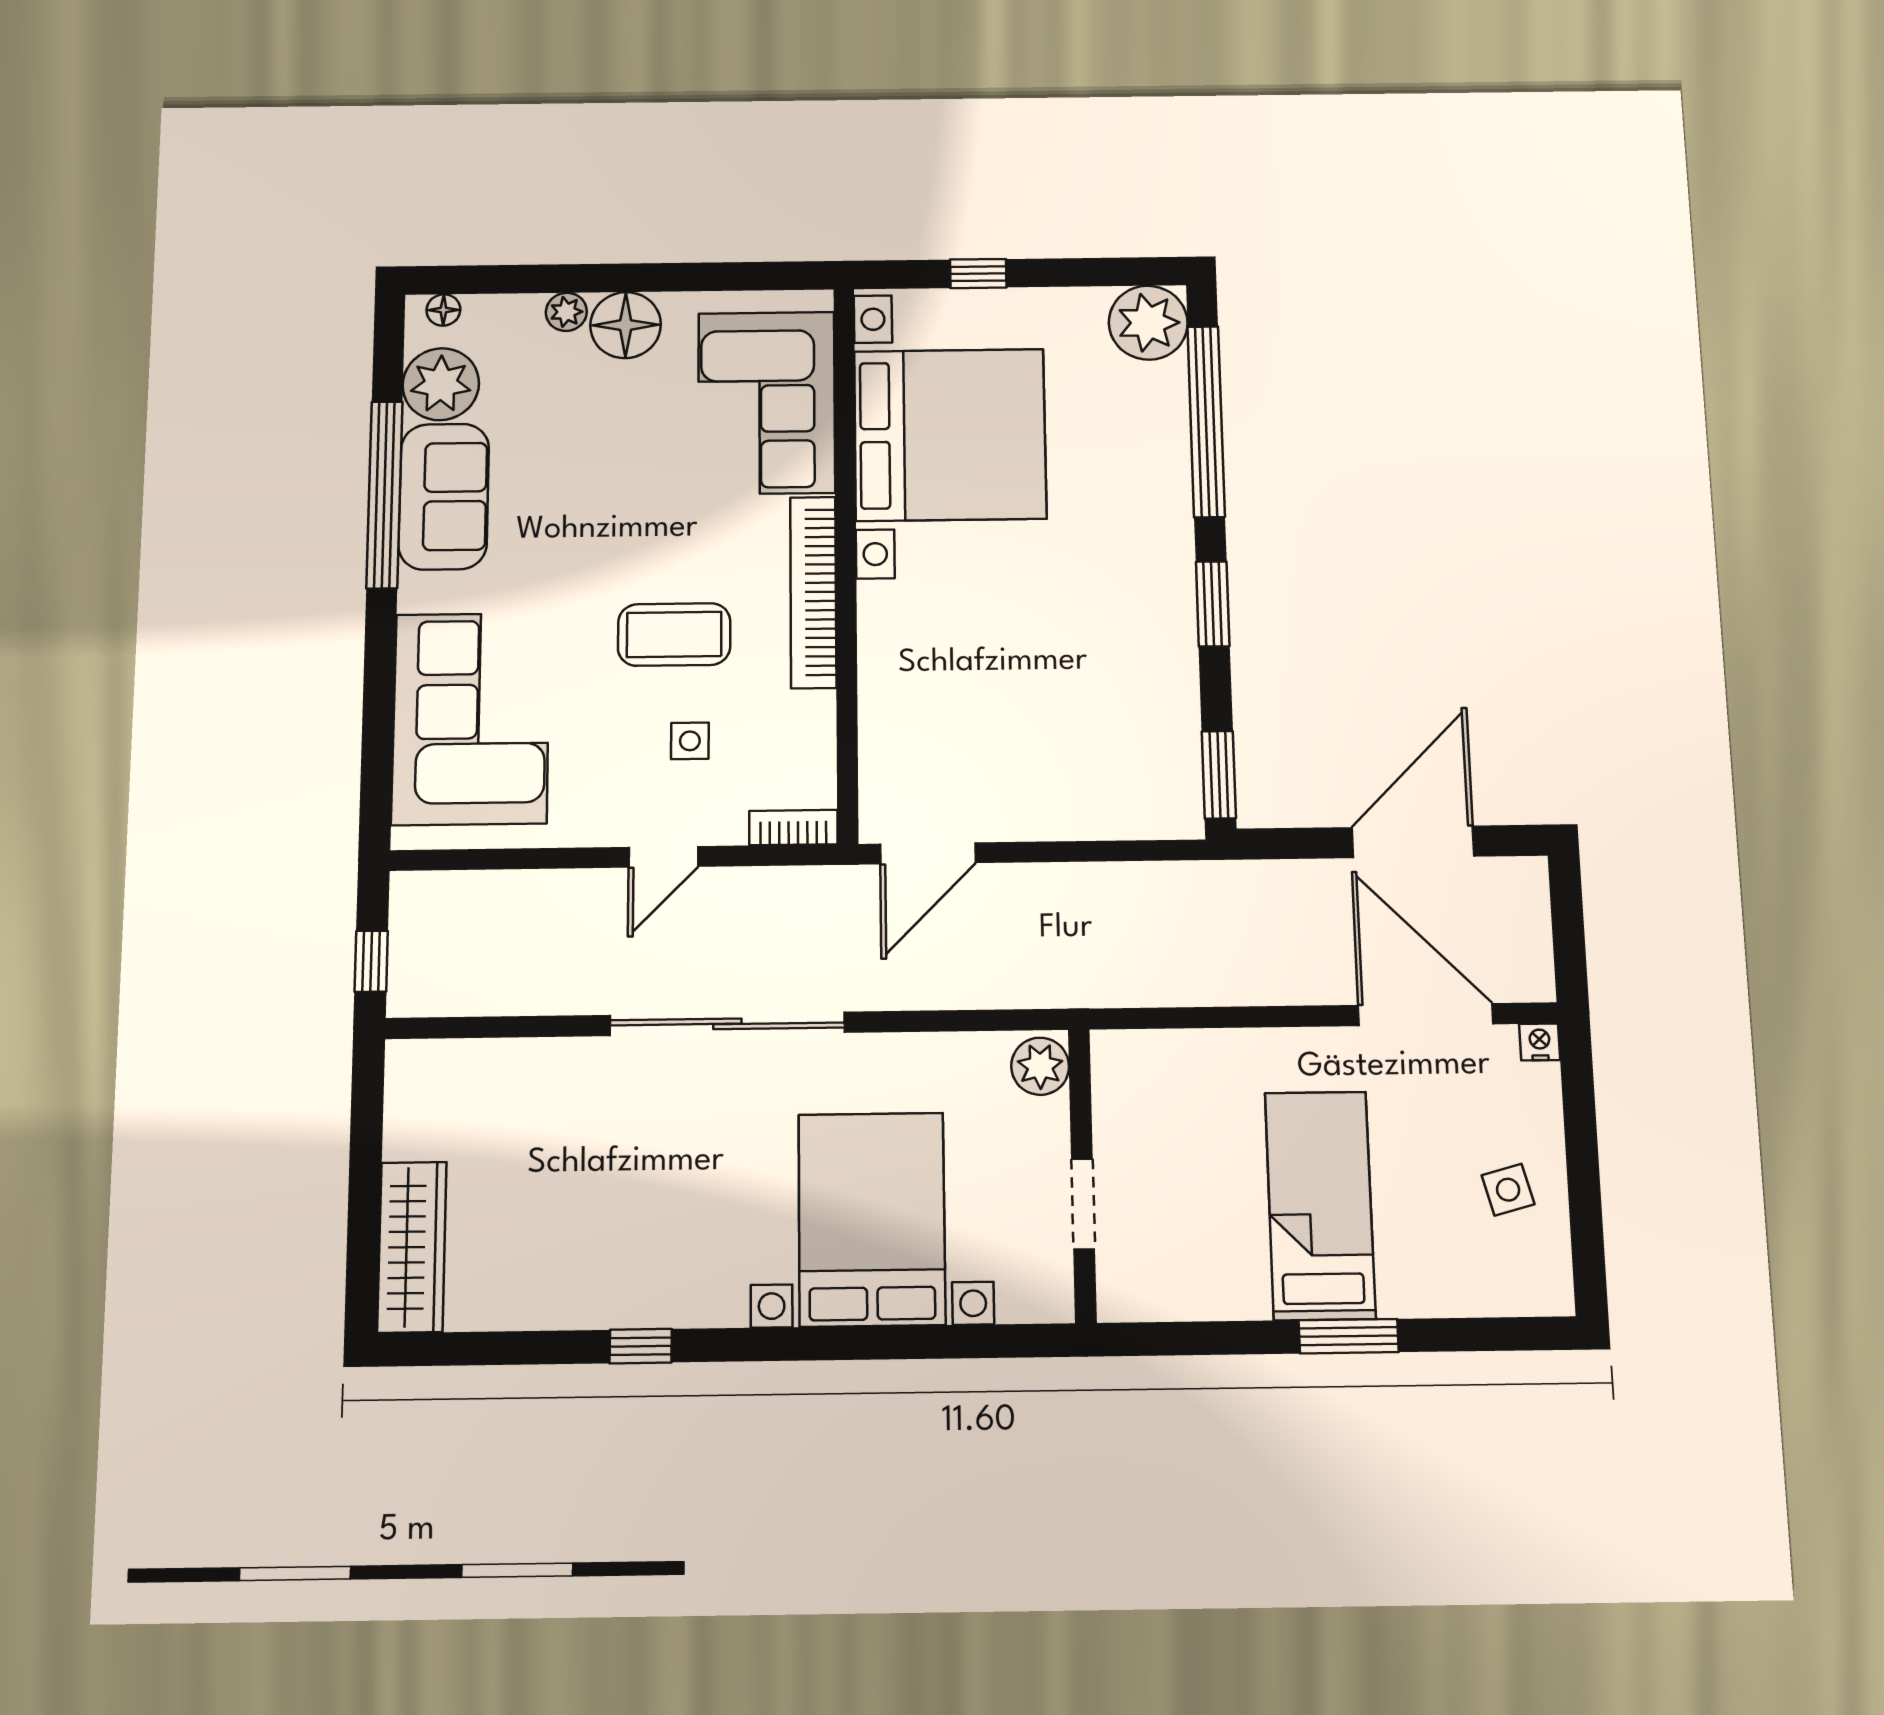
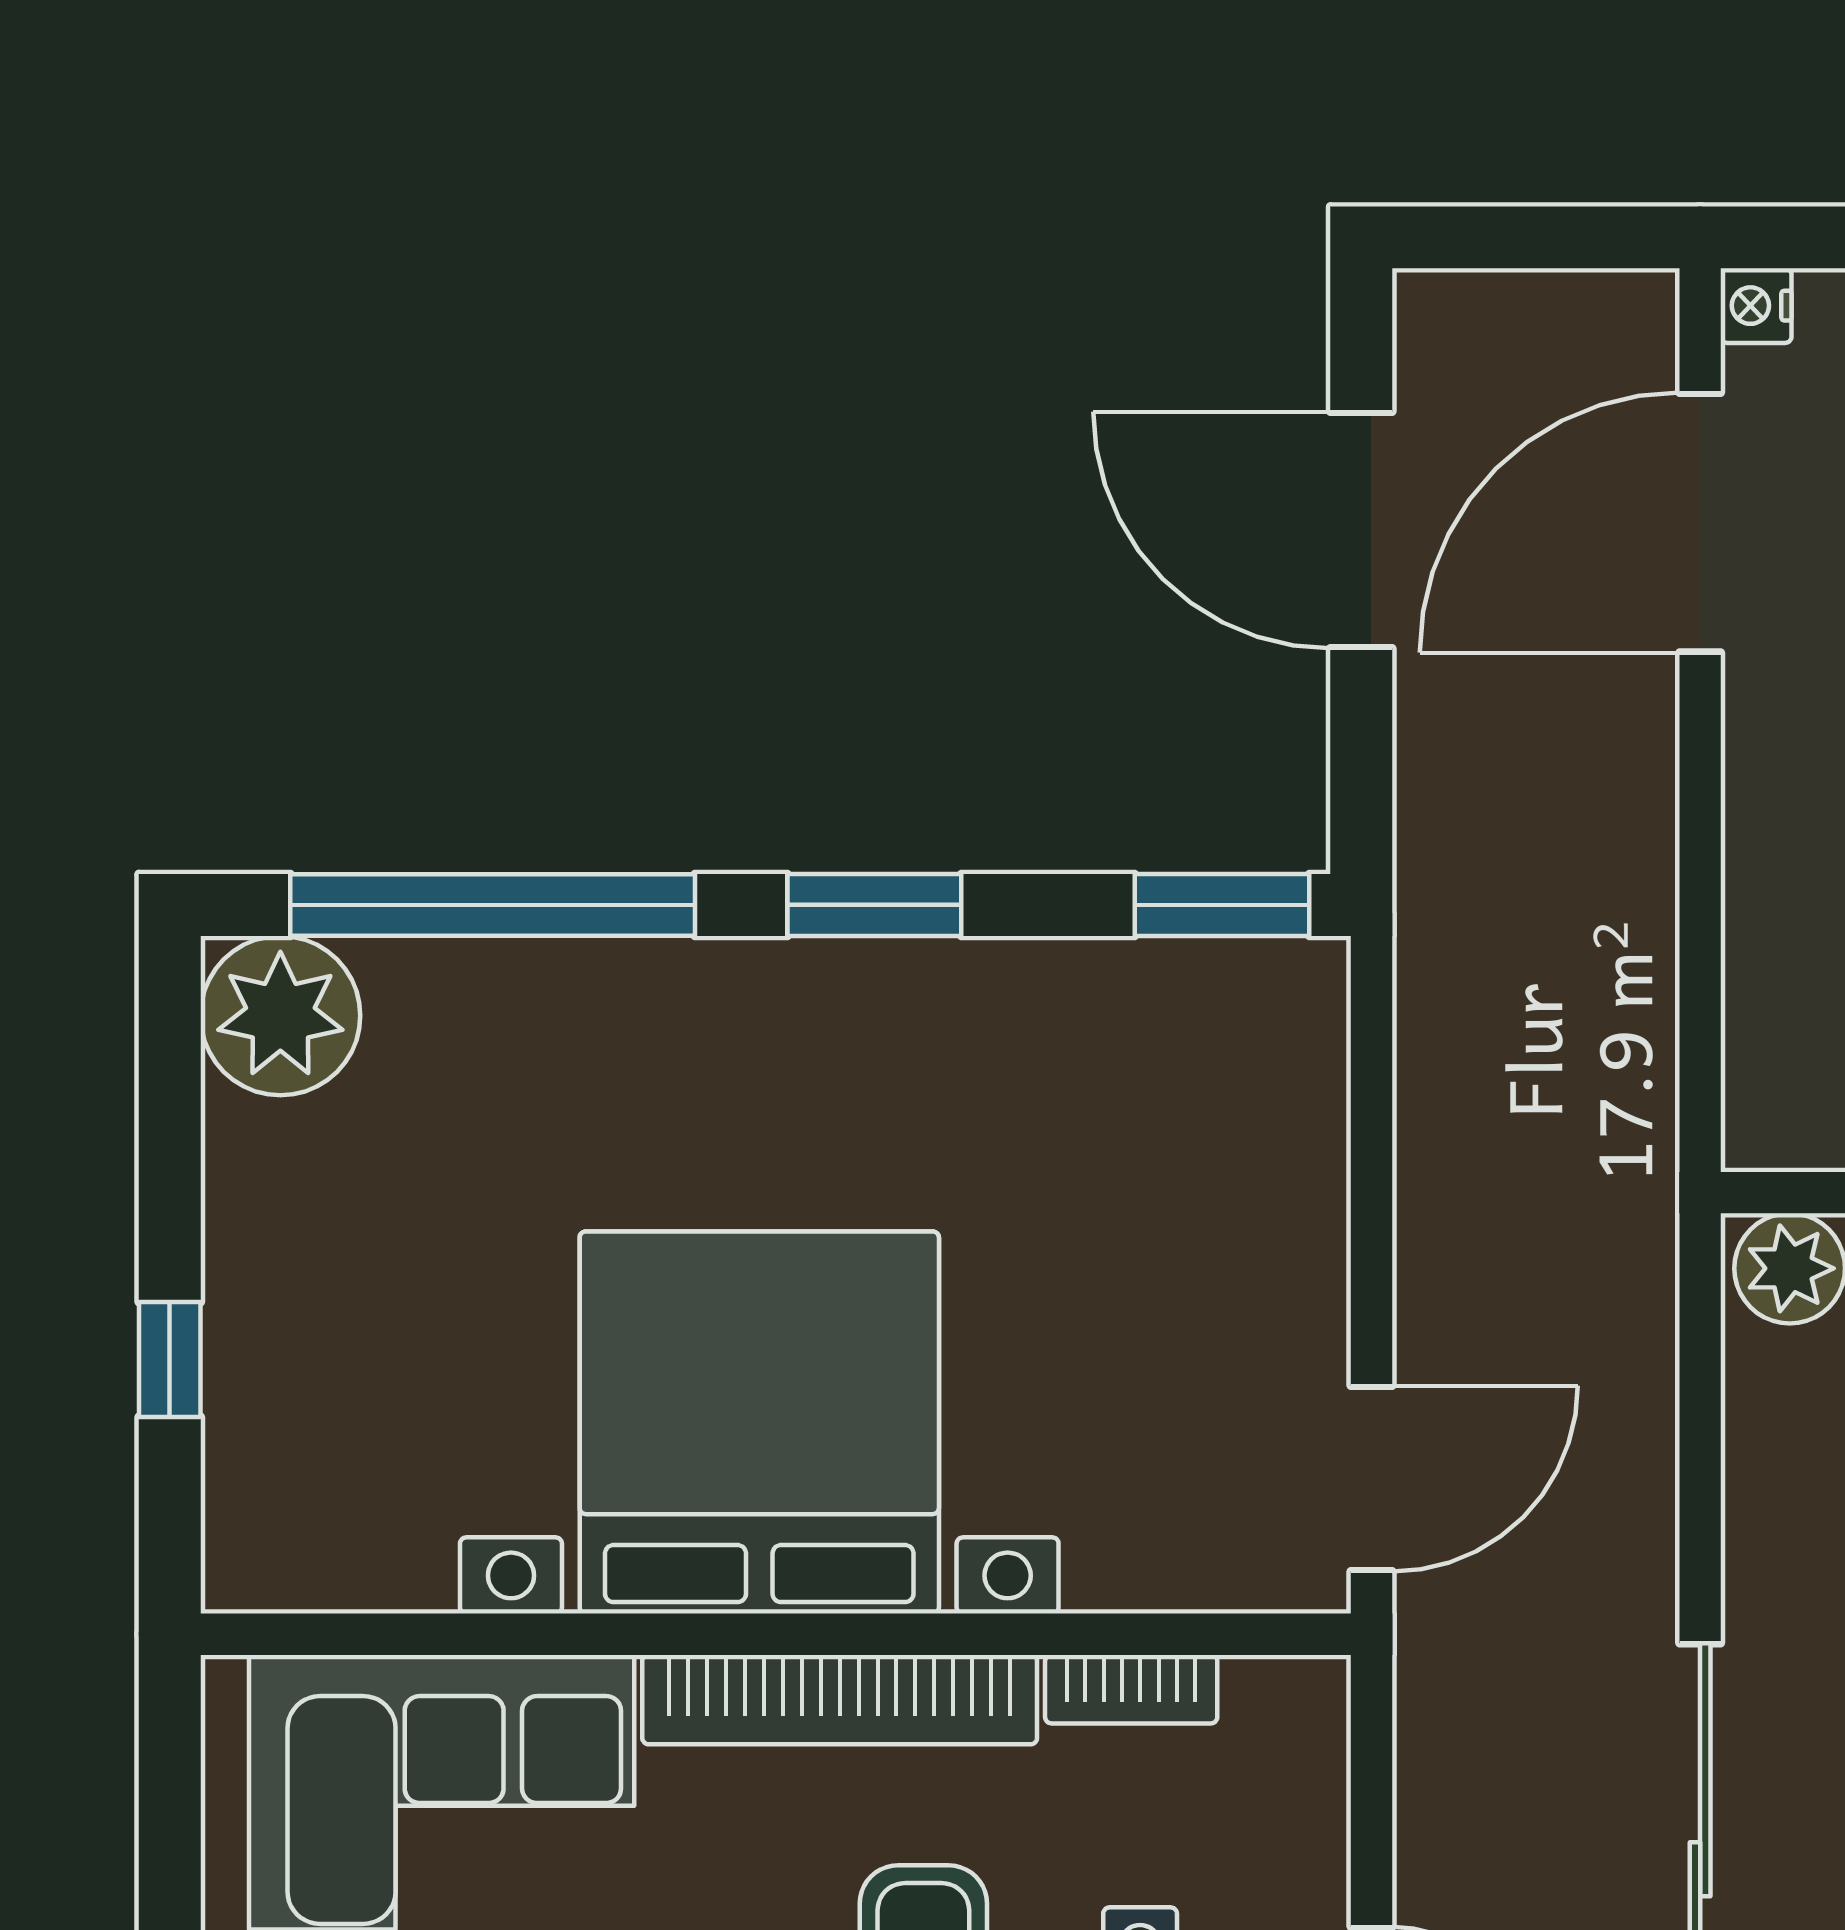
bed with nightstands: (950, 435) -> (759, 1422), moved
bookcase: (793, 828) -> (1131, 1689), moved, turned -90
door: (928, 853) -> (1371, 1479), hinge flipped

